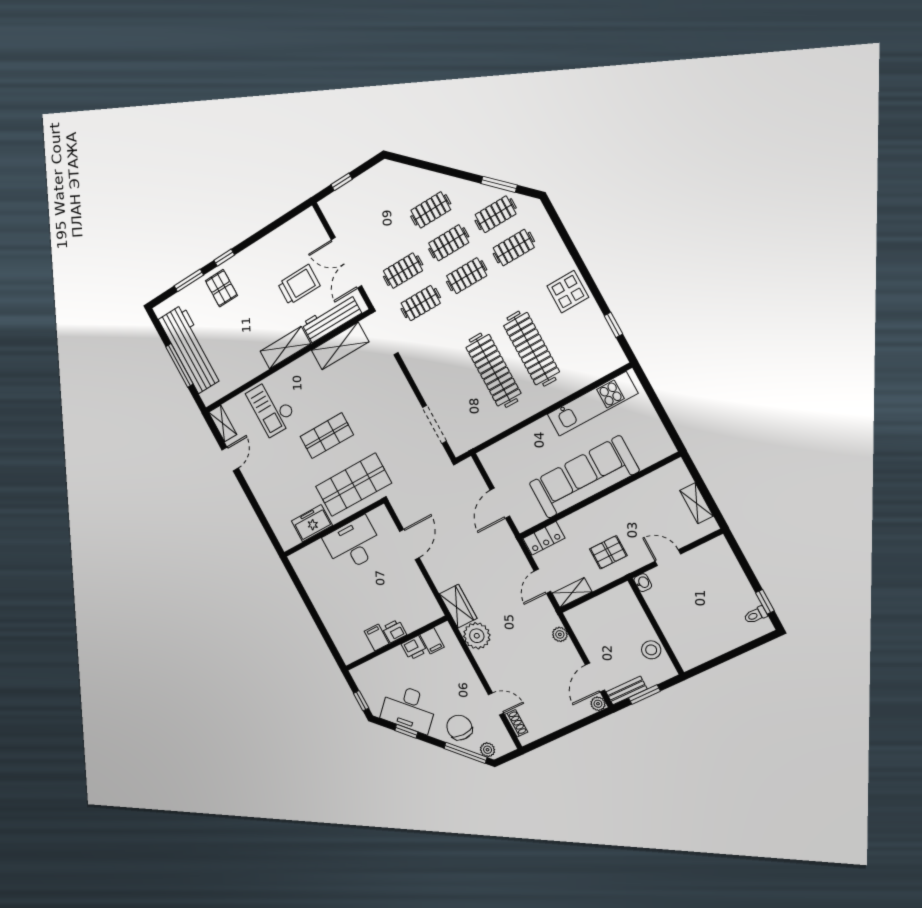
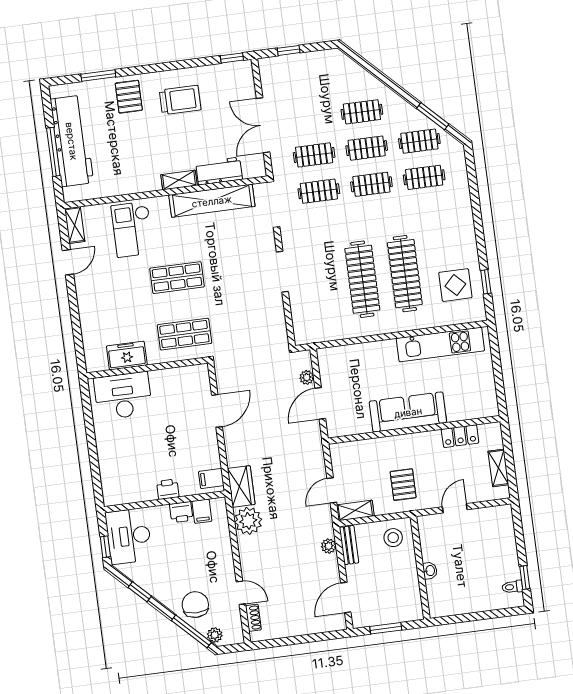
window: (224, 258) -> (232, 58), moved
trolley: (299, 285) -> (180, 100), moved
display table: (568, 292) -> (455, 285), moved
workbench: (331, 318) -> (219, 171), width x0.73
shelving: (340, 346) -> (212, 201), width x1.47
shelving: (285, 348) -> (179, 180), width x0.67, depth x0.75
doorway: (434, 424) -> (282, 272), moved
sofa: (584, 477) -> (408, 412), width x0.74, depth x0.79
shop shelf: (353, 485) -> (184, 334), width x0.70, depth x0.74
locker: (544, 538) -> (460, 436), moved
desk: (353, 544) -> (123, 396), moved
pallet: (608, 552) -> (403, 485), turned 90
door: (668, 558) -> (455, 508), hinge flipped
washbasin: (643, 583) -> (430, 571), moved
filing cabinet: (377, 637) -> (211, 478), moved, turned -90
stool: (651, 650) -> (393, 538), moved
bench: (627, 690) -> (349, 545), moved, turned 90
plant: (598, 704) -> (307, 377), moved
desk: (409, 708) -> (129, 536), moved, turned 45

